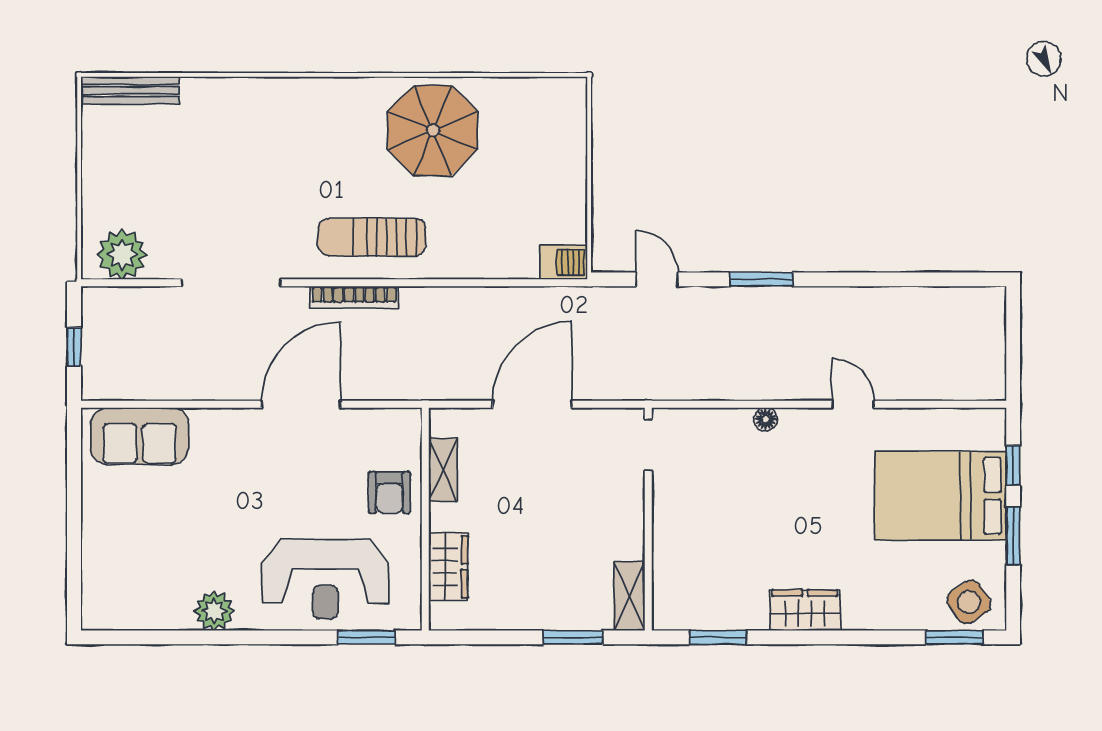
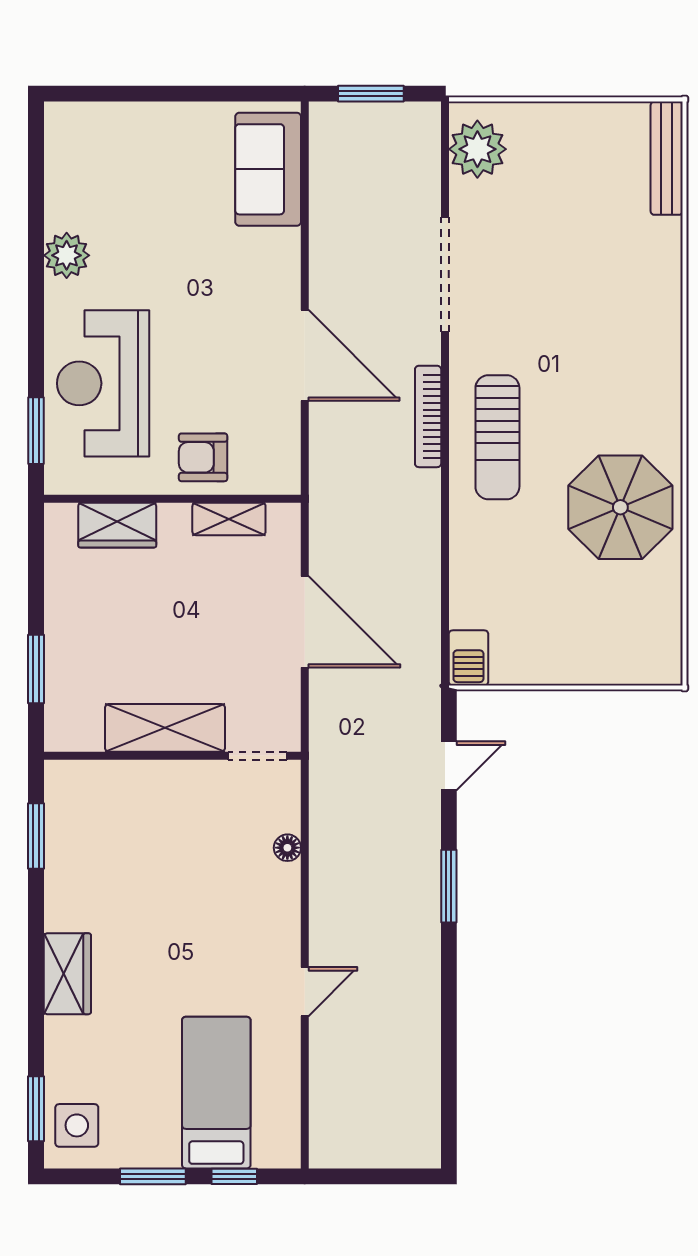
sun lounger: (372, 237) -> (497, 437), turned 180
window: (74, 347) -> (371, 94), width x1.50
floor lamp: (766, 419) -> (287, 848), moved
bed: (940, 496) -> (216, 1093), width x0.67
shelving: (629, 596) -> (165, 728), moved, width x1.50, depth x1.33
side table: (969, 602) -> (77, 1125), turned 34
wardrobe: (805, 610) -> (67, 974), moved

